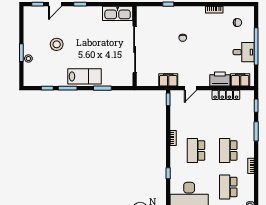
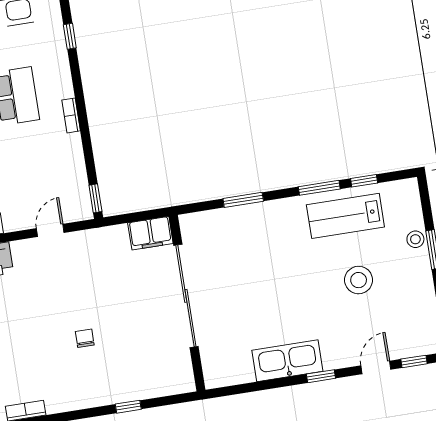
kitchen sink: (118, 13) -> (287, 361), moved
lab bench: (85, 76) -> (345, 216), moved
filing cabinet: (168, 80) -> (150, 233), moved

